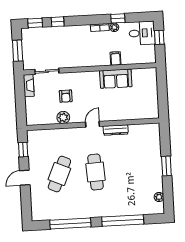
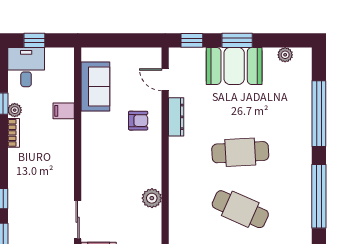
sofa: (116, 79) -> (95, 87), moved
armchair: (66, 96) -> (138, 121), moved
door: (92, 124) -> (165, 80), moved
window: (165, 137) -> (192, 40), added
booth: (150, 165) -> (234, 66), added

